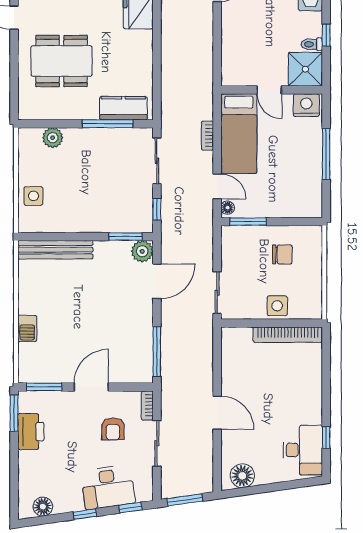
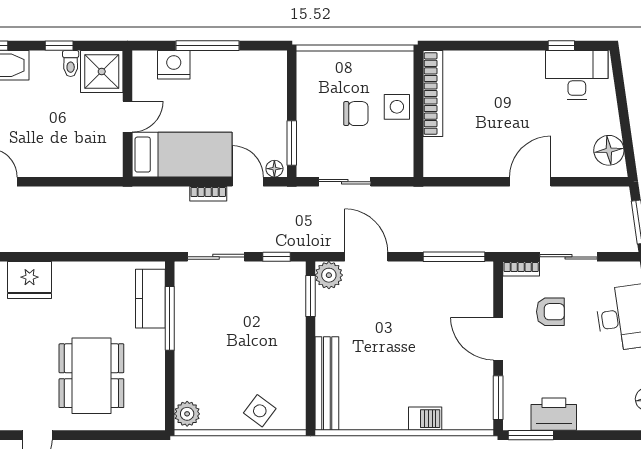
nightstand: (306, 105) -> (174, 65), moved, turned 90
bookcase: (207, 136) -> (208, 194), moved
plant: (53, 138) -> (187, 414), moved
door: (217, 186) -> (248, 182), hinge flipped
side table: (33, 196) -> (260, 411), turned 37
chair: (282, 254) -> (356, 114), moved, turned 90
sliding door: (217, 293) -> (345, 182), moved

